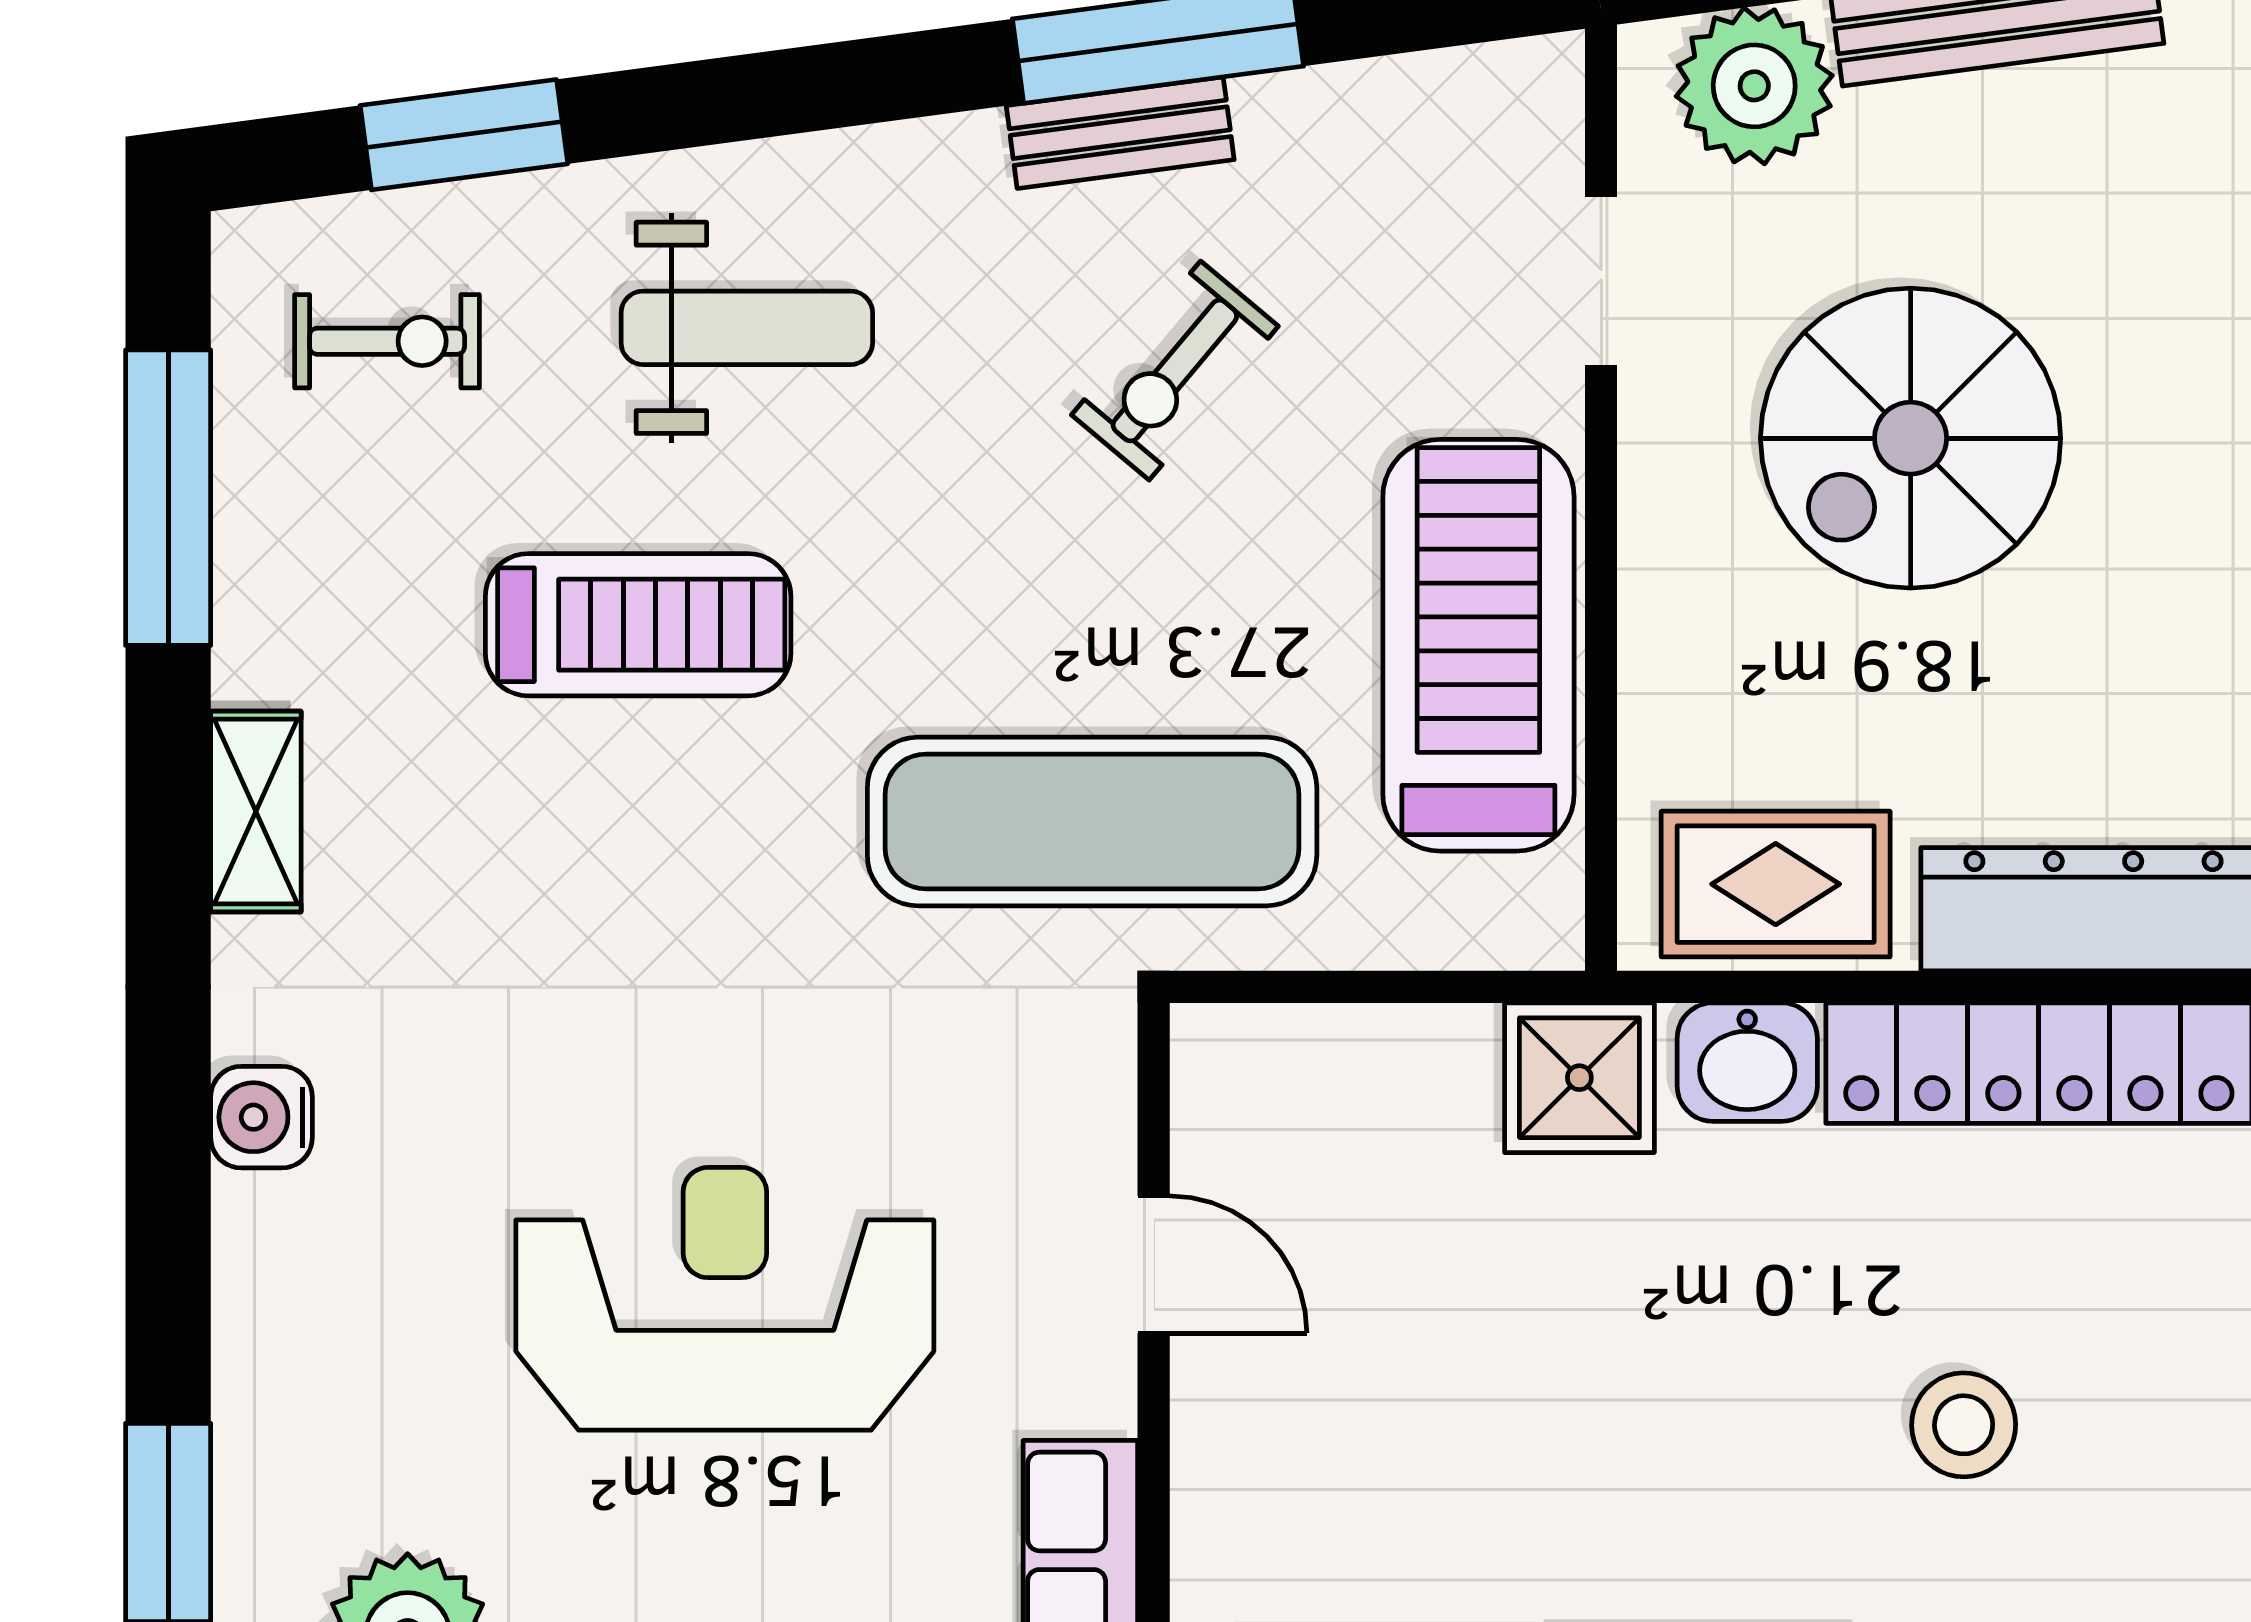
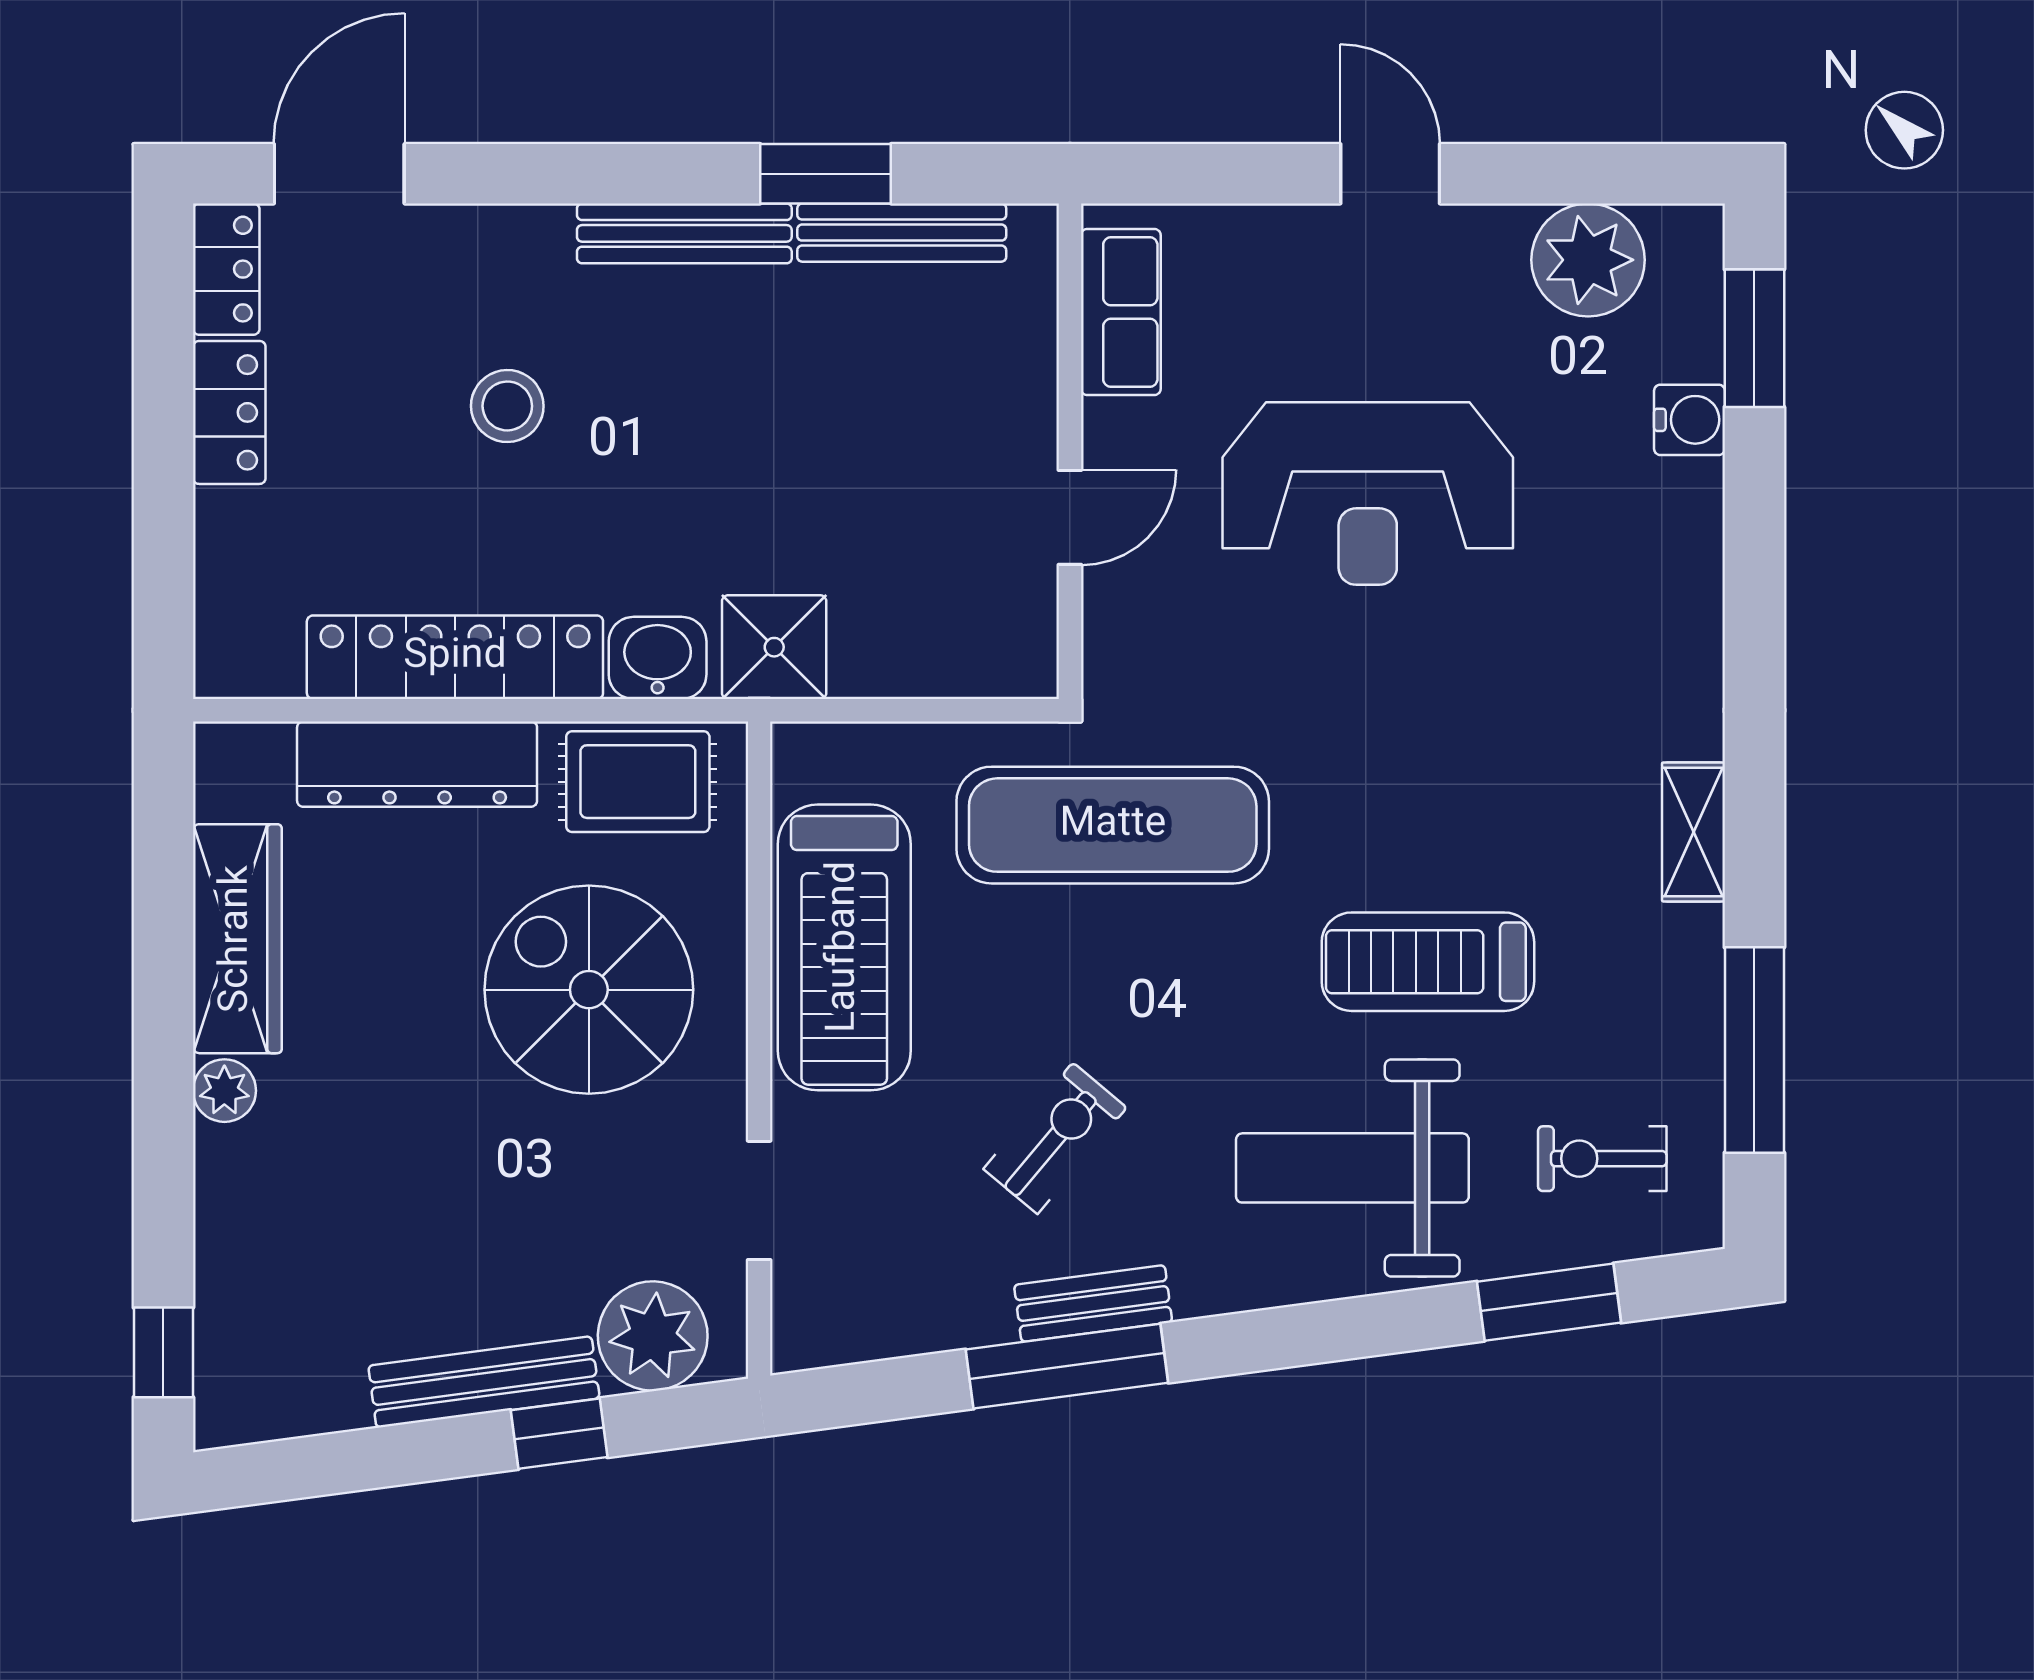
weight bench: (747, 328) -> (1352, 1168), width x1.36, depth x1.33
spiral stairs: (1911, 438) -> (589, 990), moved, turned -90
water cooler: (262, 1117) -> (1690, 420), moved
door: (1154, 1265) -> (1070, 517), swing flipped

